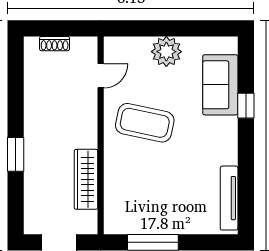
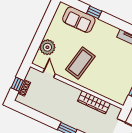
window: (55, 28) -> (17, 84), added
plant: (166, 52) -> (47, 47), moved

